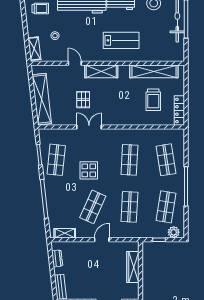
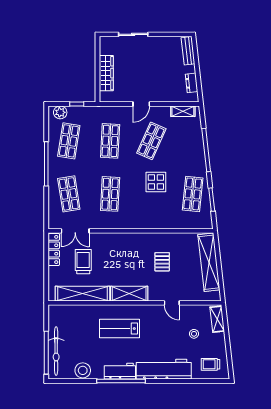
shelving: (101, 71) -> (129, 294), moved
double door: (89, 127) -> (75, 231), moved

